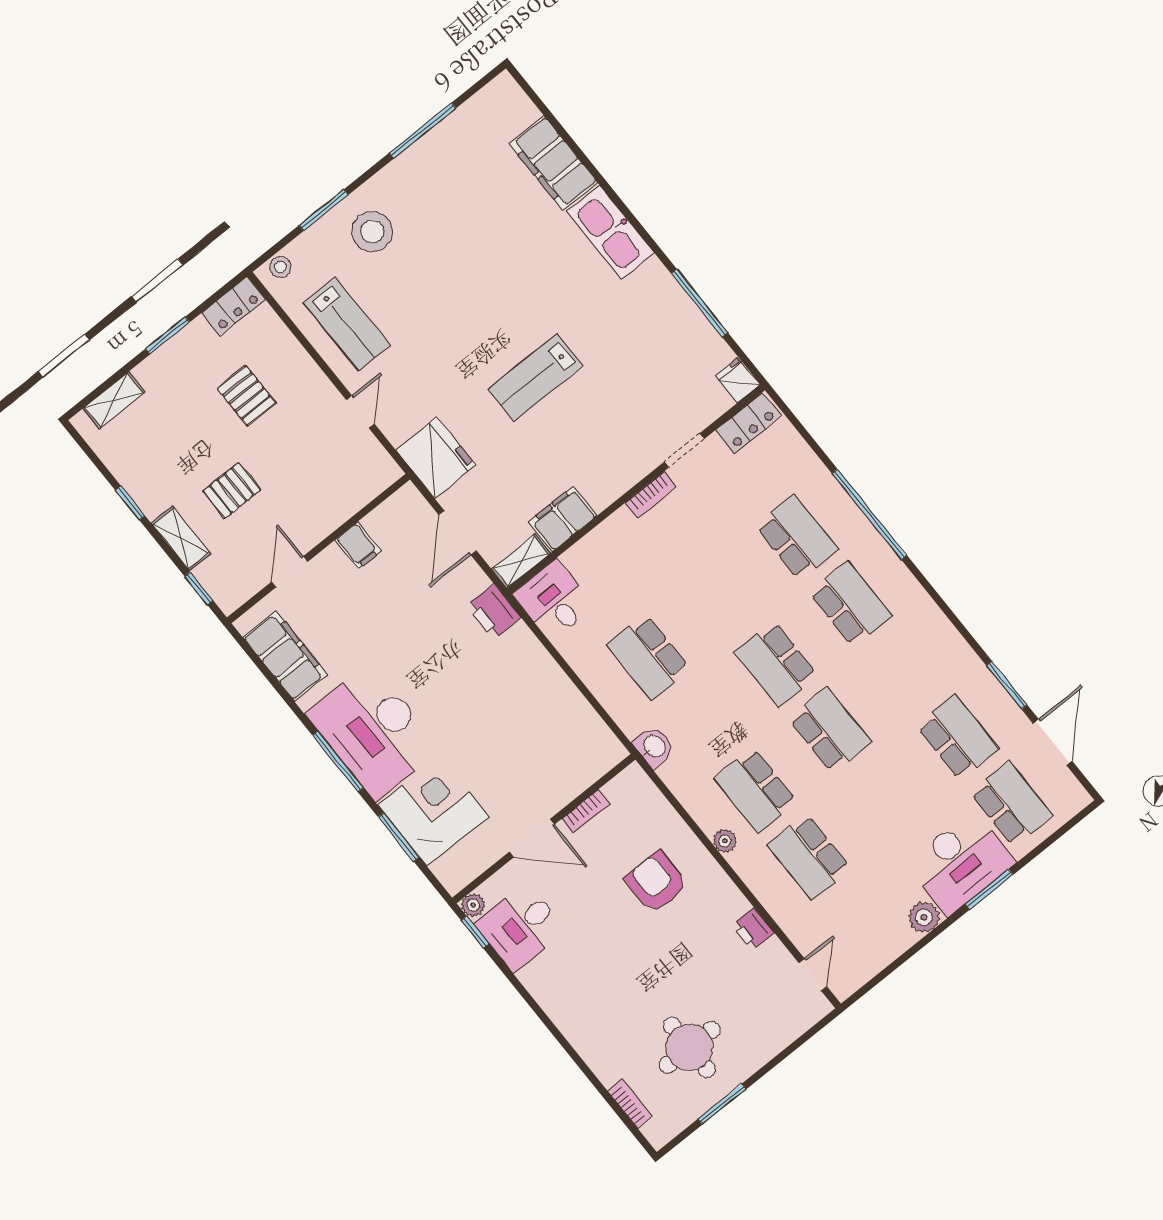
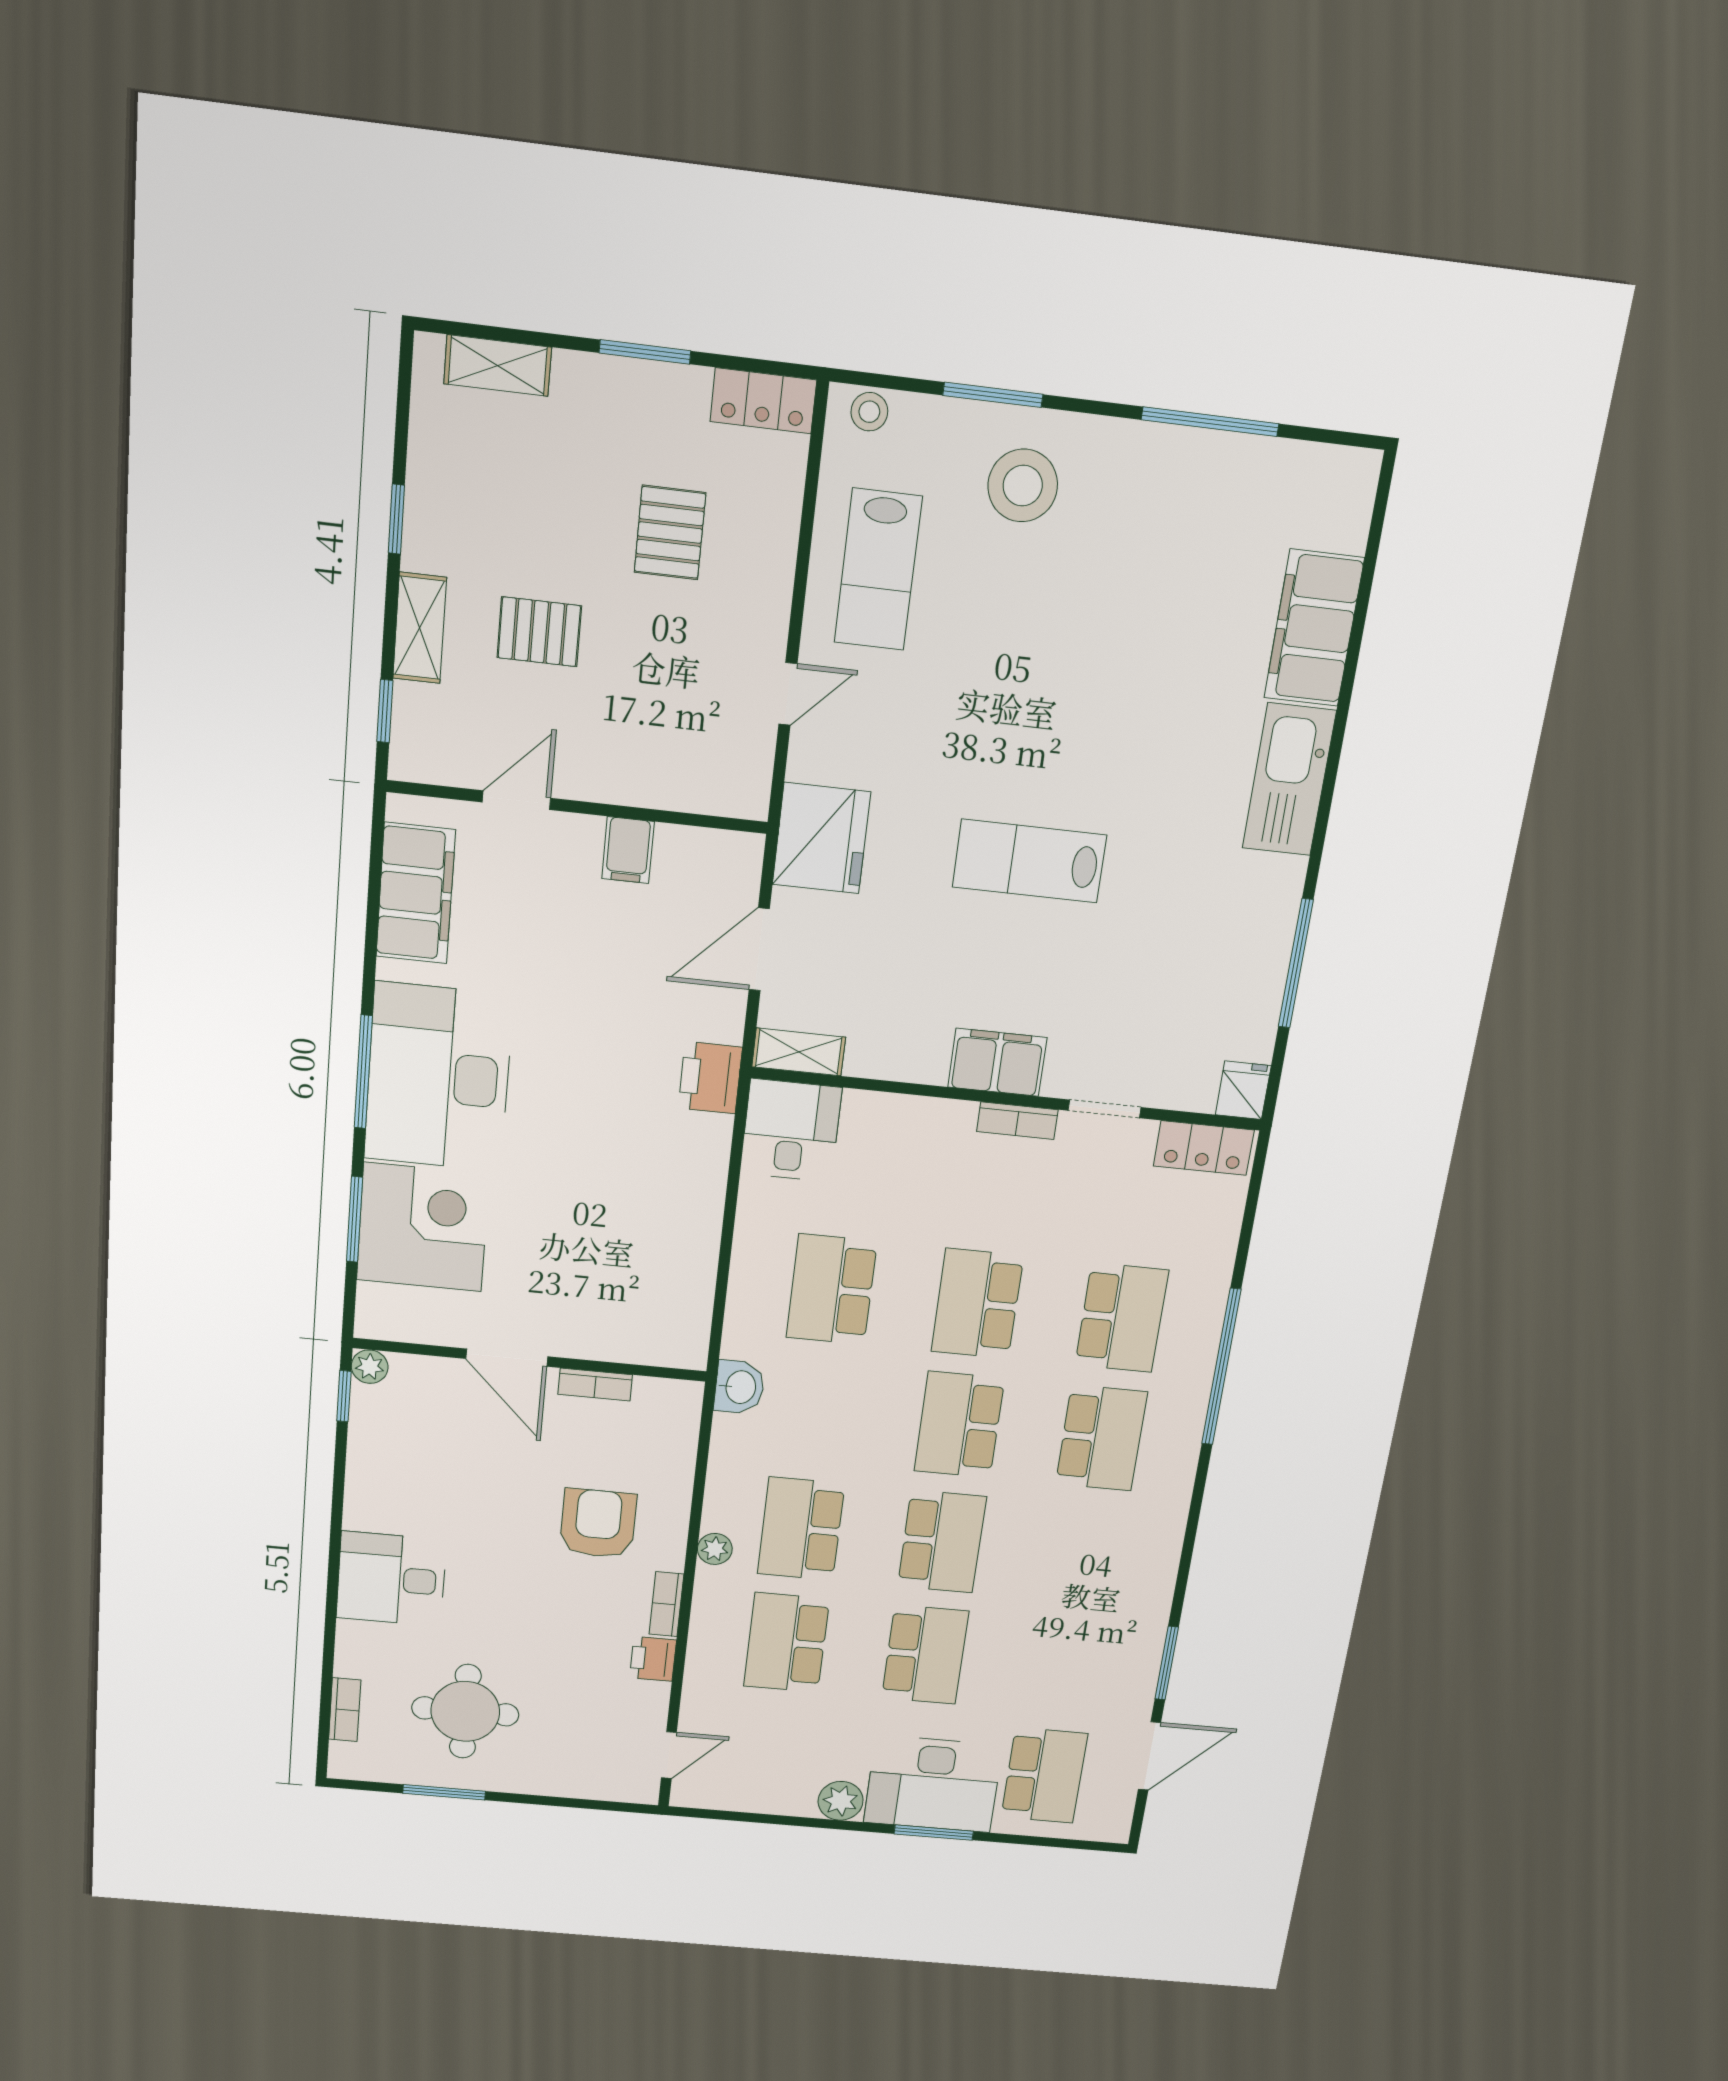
filing cabinet: (563, 519) -> (997, 1062), moved
school desk: (723, 597) -> (977, 1304), added
school desk: (958, 737) -> (925, 1655), moved
bookcase: (731, 893) -> (666, 1604), added
desk: (520, 927) -> (391, 1579), moved

